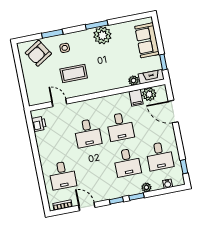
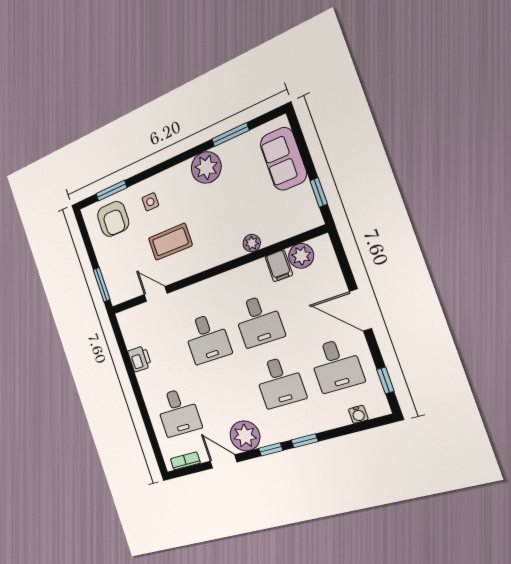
window: (97, 25) -> (230, 135), moved
window: (52, 34) -> (111, 191), moved
armchair: (38, 53) -> (113, 219), turned -58
fireplace: (151, 77) -> (300, 223), removed
plant: (134, 81) -> (252, 243), moved
window: (24, 92) -> (102, 285), added
door: (173, 112) -> (360, 310), moved
printer: (39, 124) -> (140, 359), moved
plant: (146, 187) -> (245, 436), moved, width x1.87, depth x1.87

